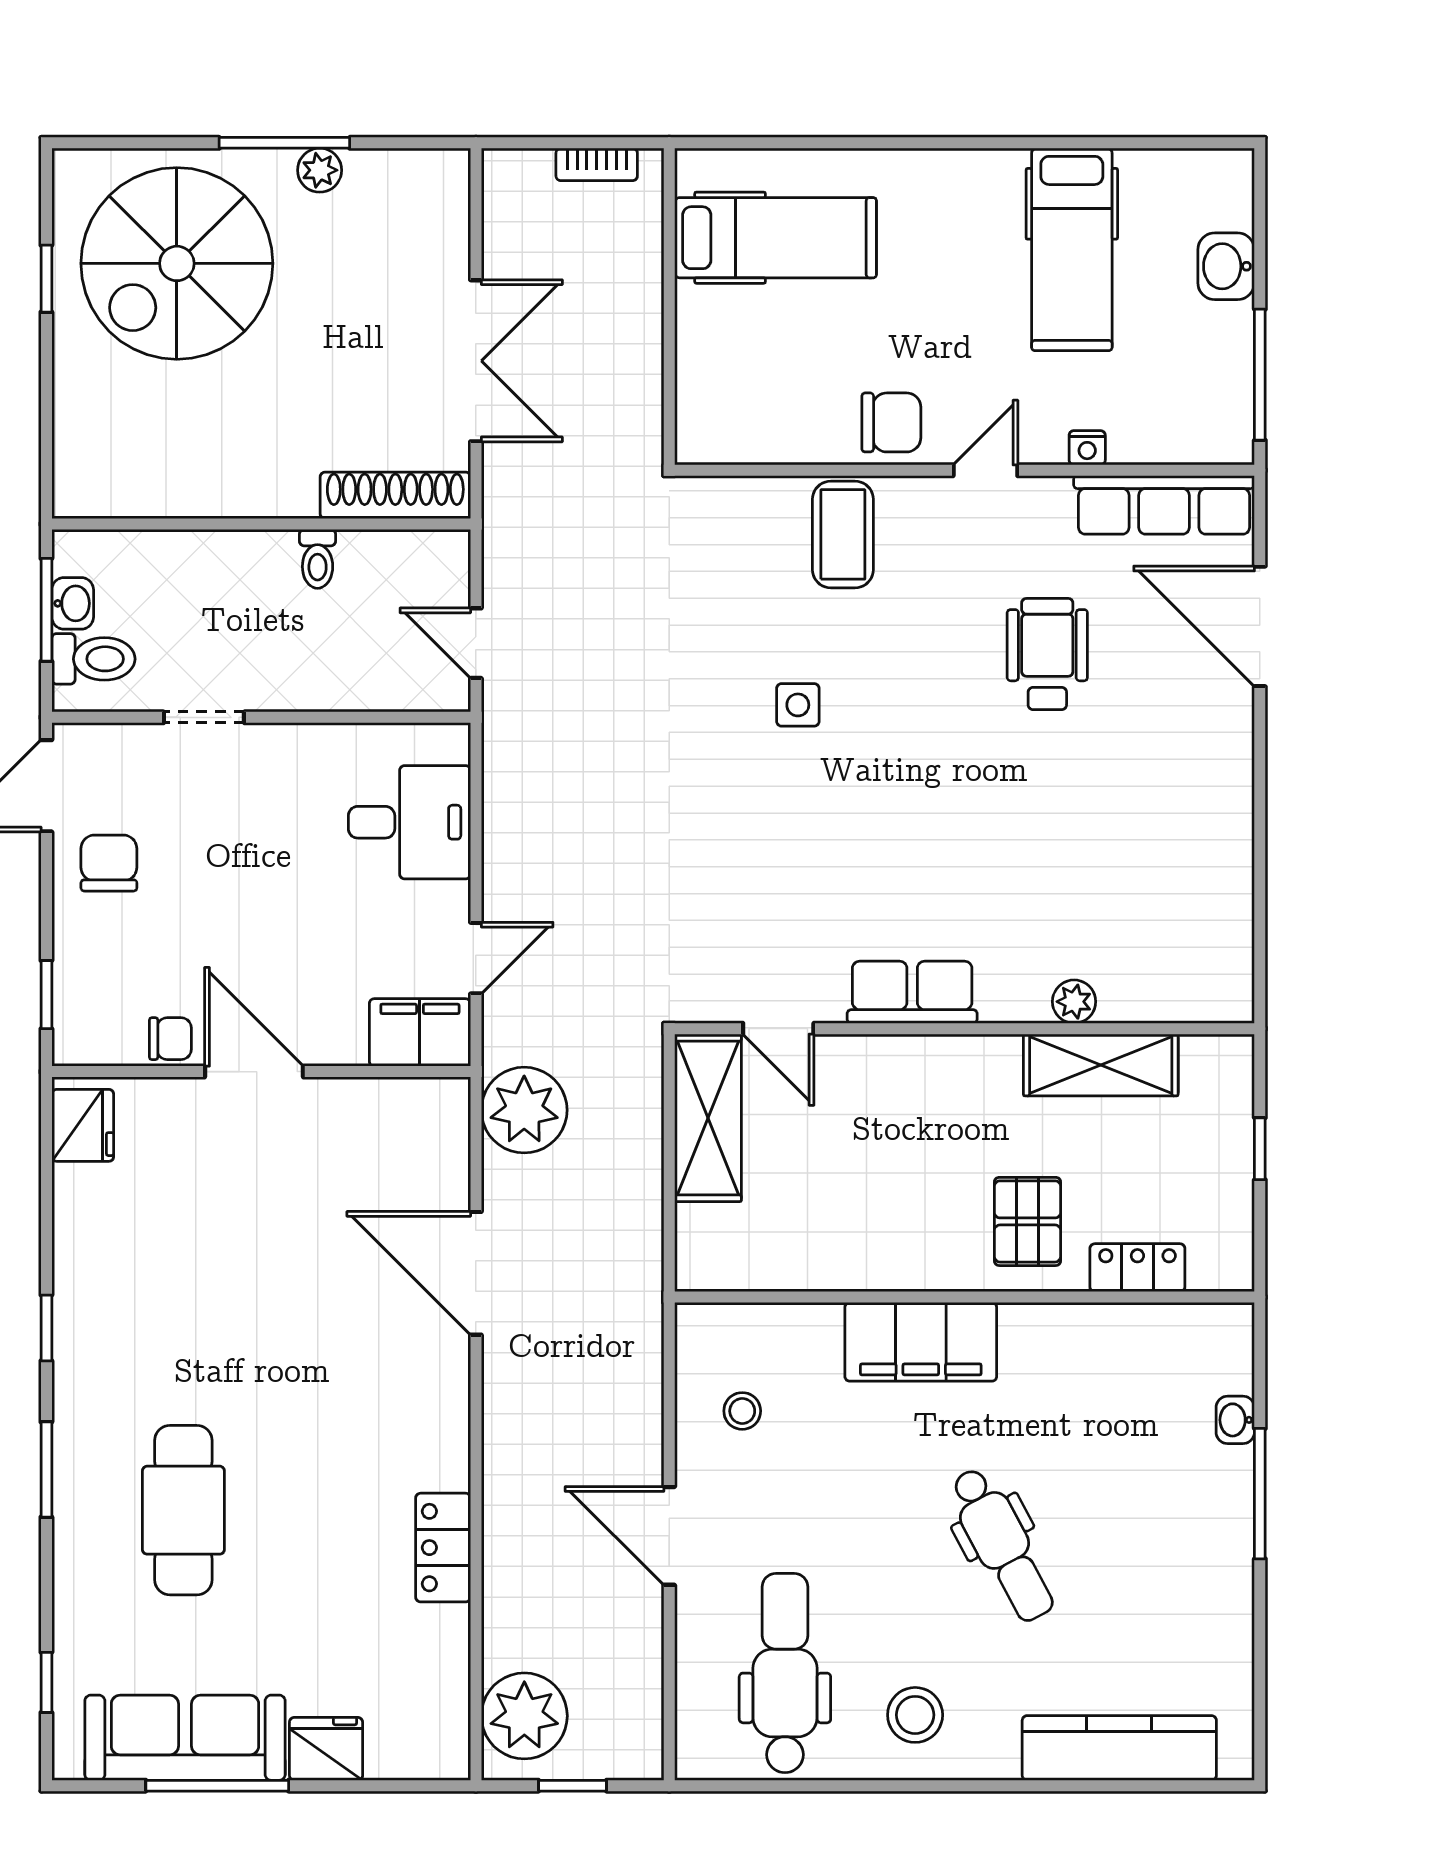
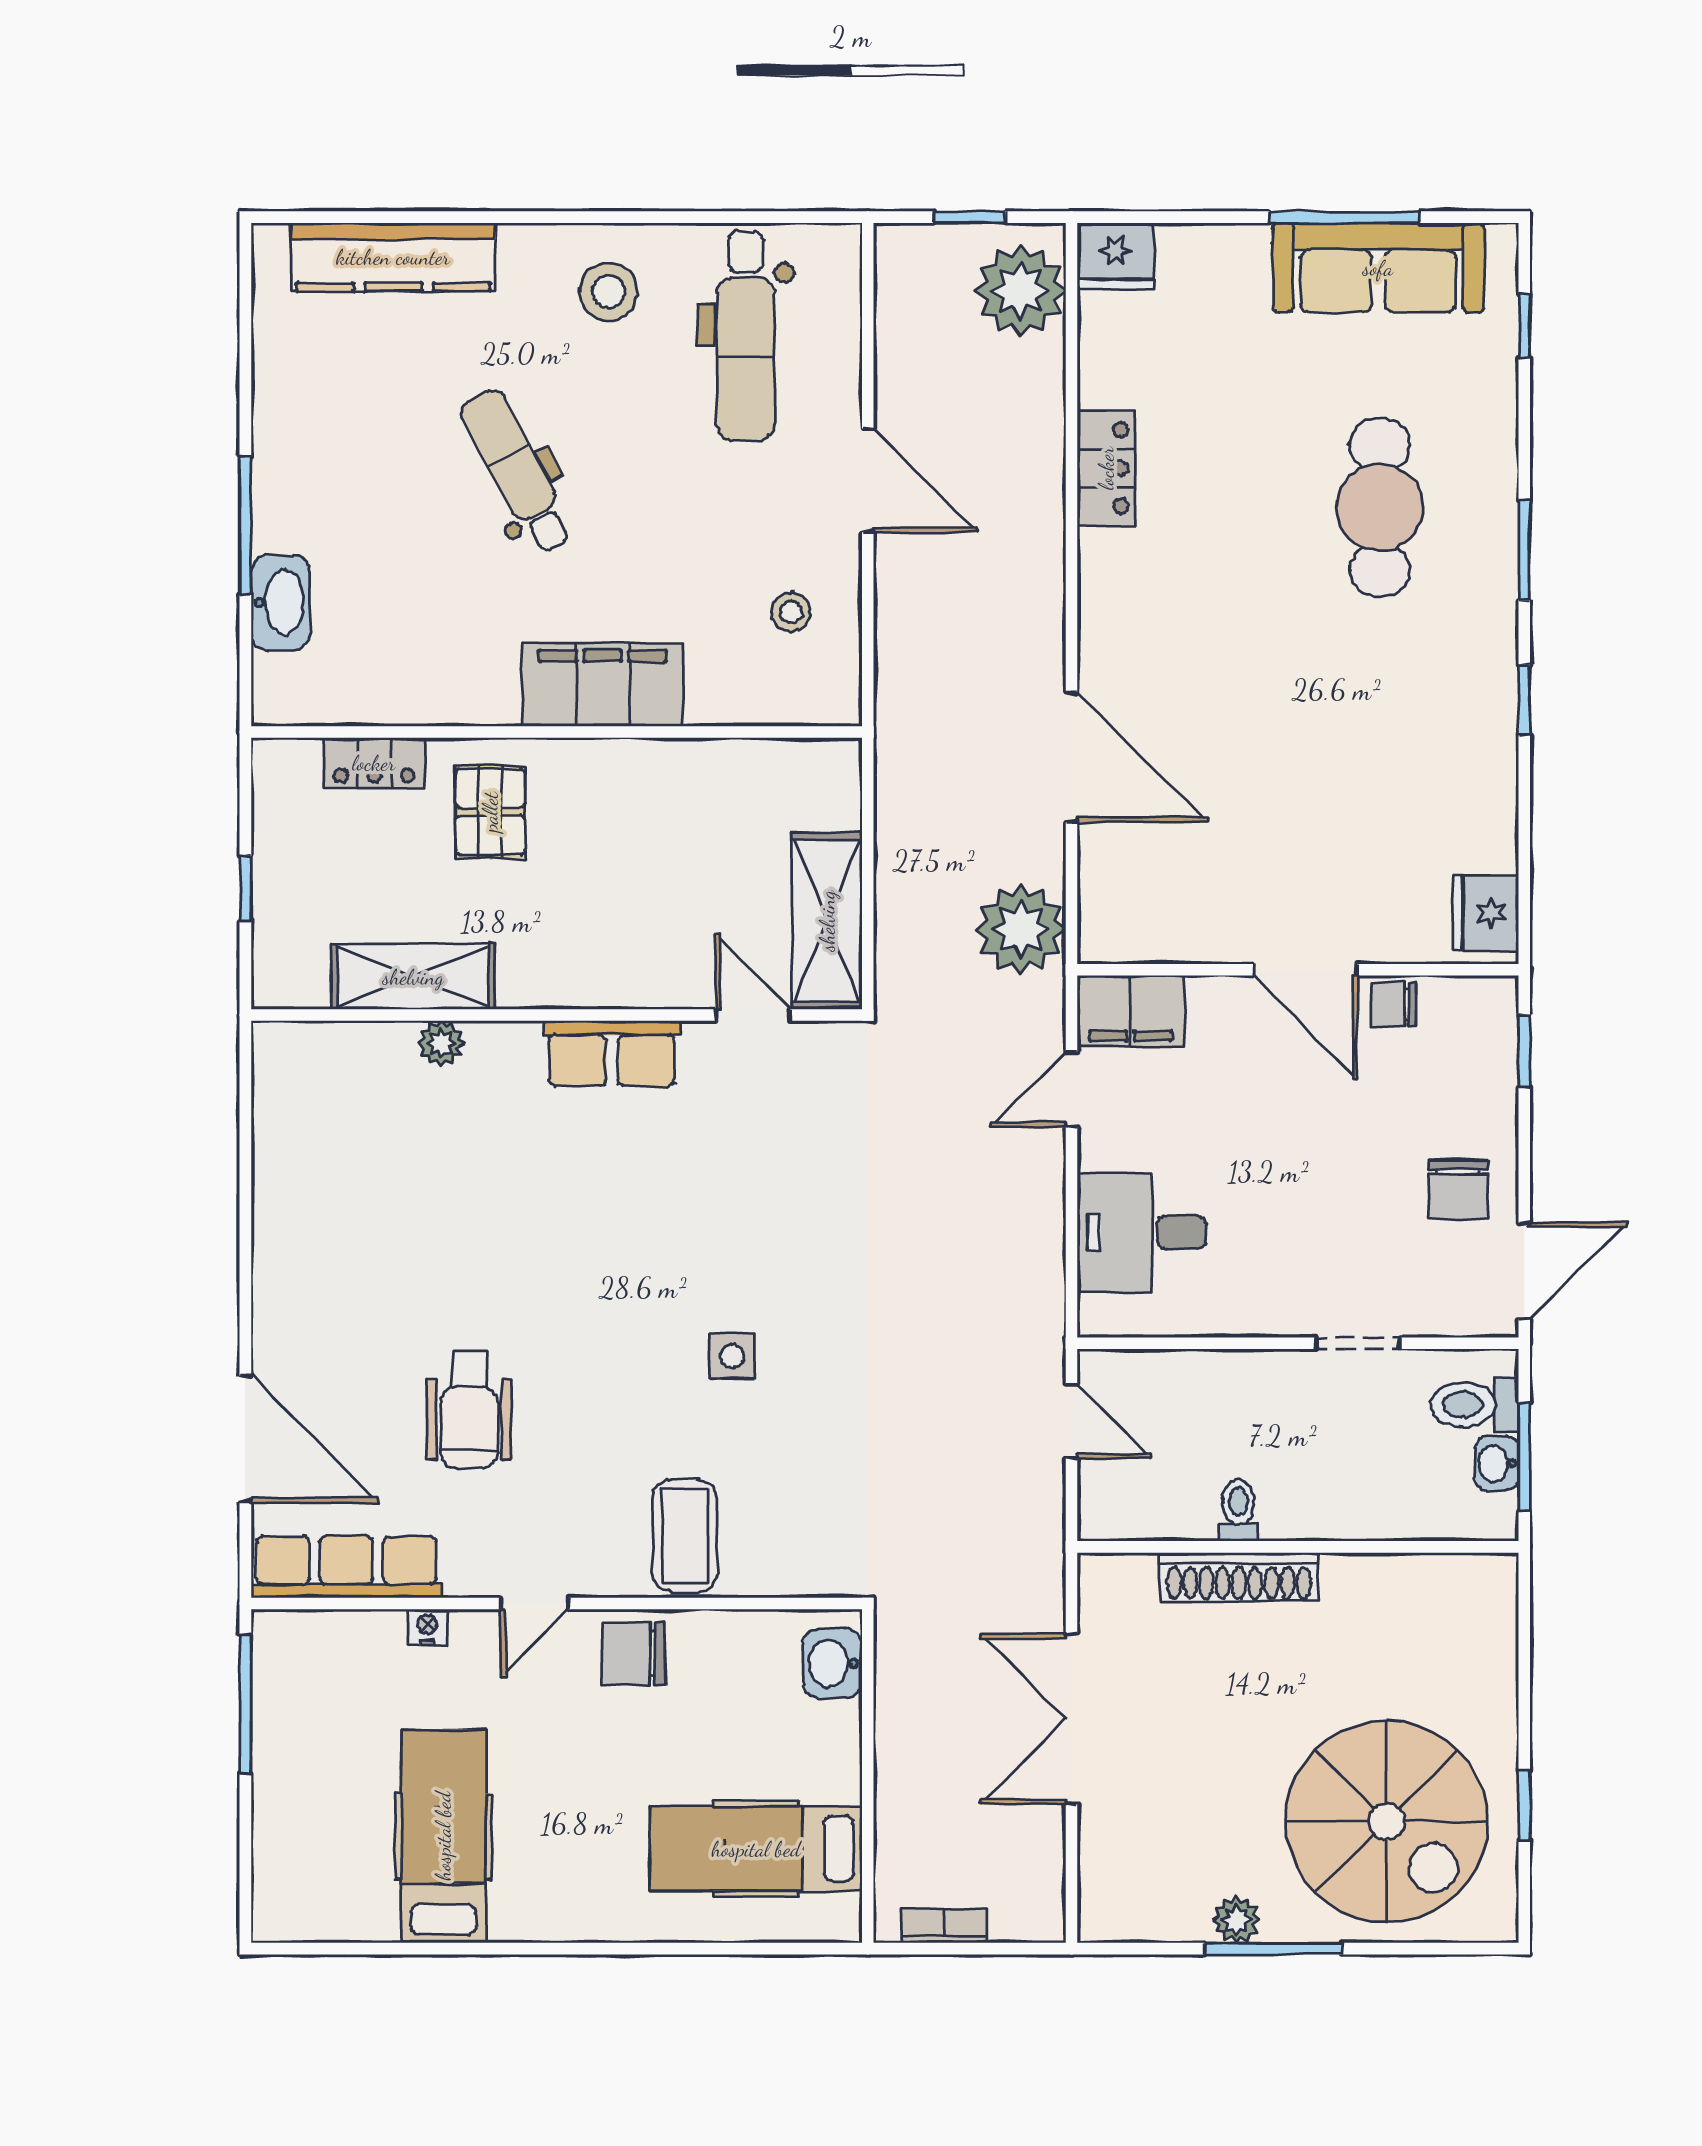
spiral stairs: (177, 263) -> (1387, 1821), turned 90
washbasin: (1226, 266) -> (832, 1663), moved, turned 180
shoe rack: (395, 495) -> (1239, 1577), moved
washbasin: (1235, 1420) -> (280, 603), width x1.91, depth x1.45
fridge: (326, 1749) -> (1116, 256), moved

